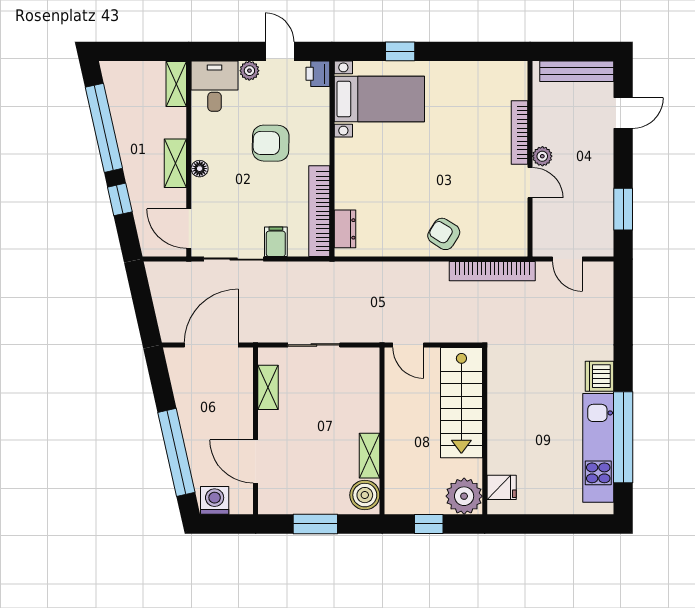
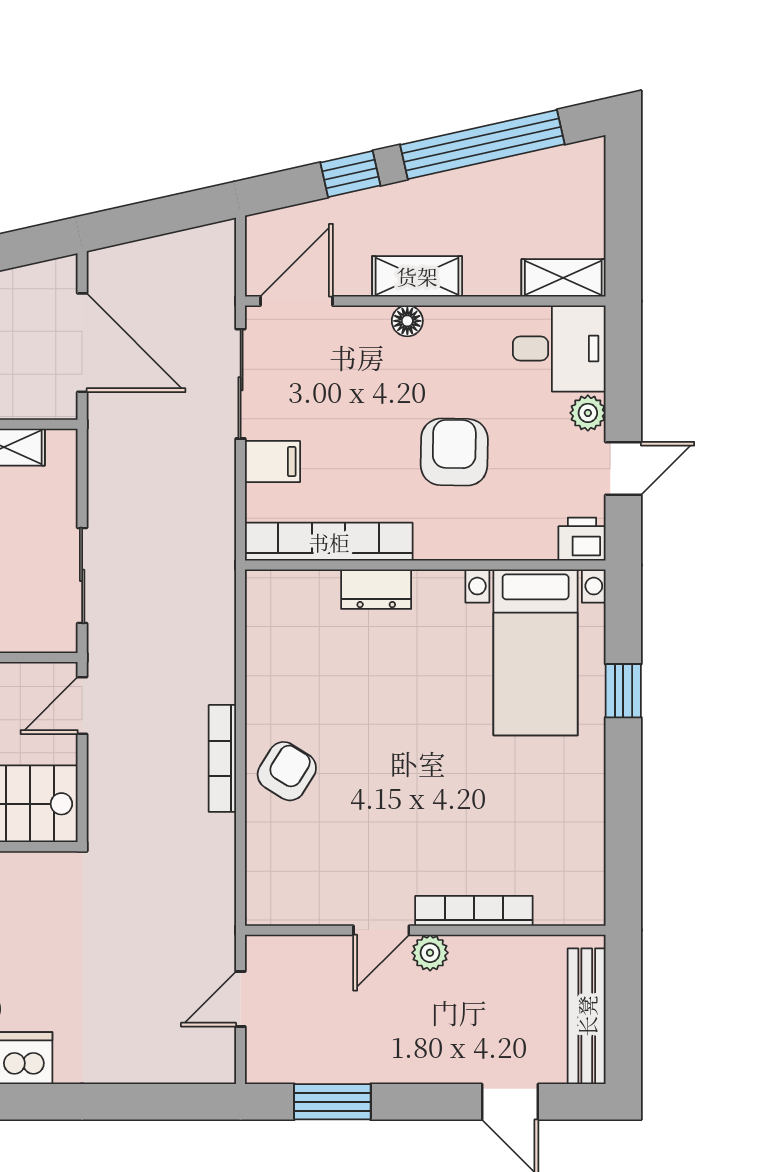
dresser: (345, 229) -> (376, 589), moved
bookcase: (492, 271) -> (222, 758), moved, width x0.68, depth x0.76
sliding door: (314, 345) -> (82, 575), moved

